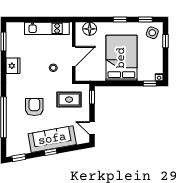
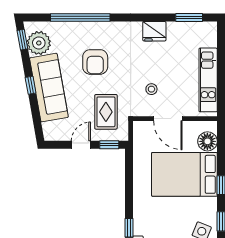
bed: (121, 58) -> (184, 174), moved, turned 180
armchair: (34, 107) -> (95, 62), turned 90
door: (92, 128) -> (81, 145), moved
plant: (21, 146) -> (39, 43), added

